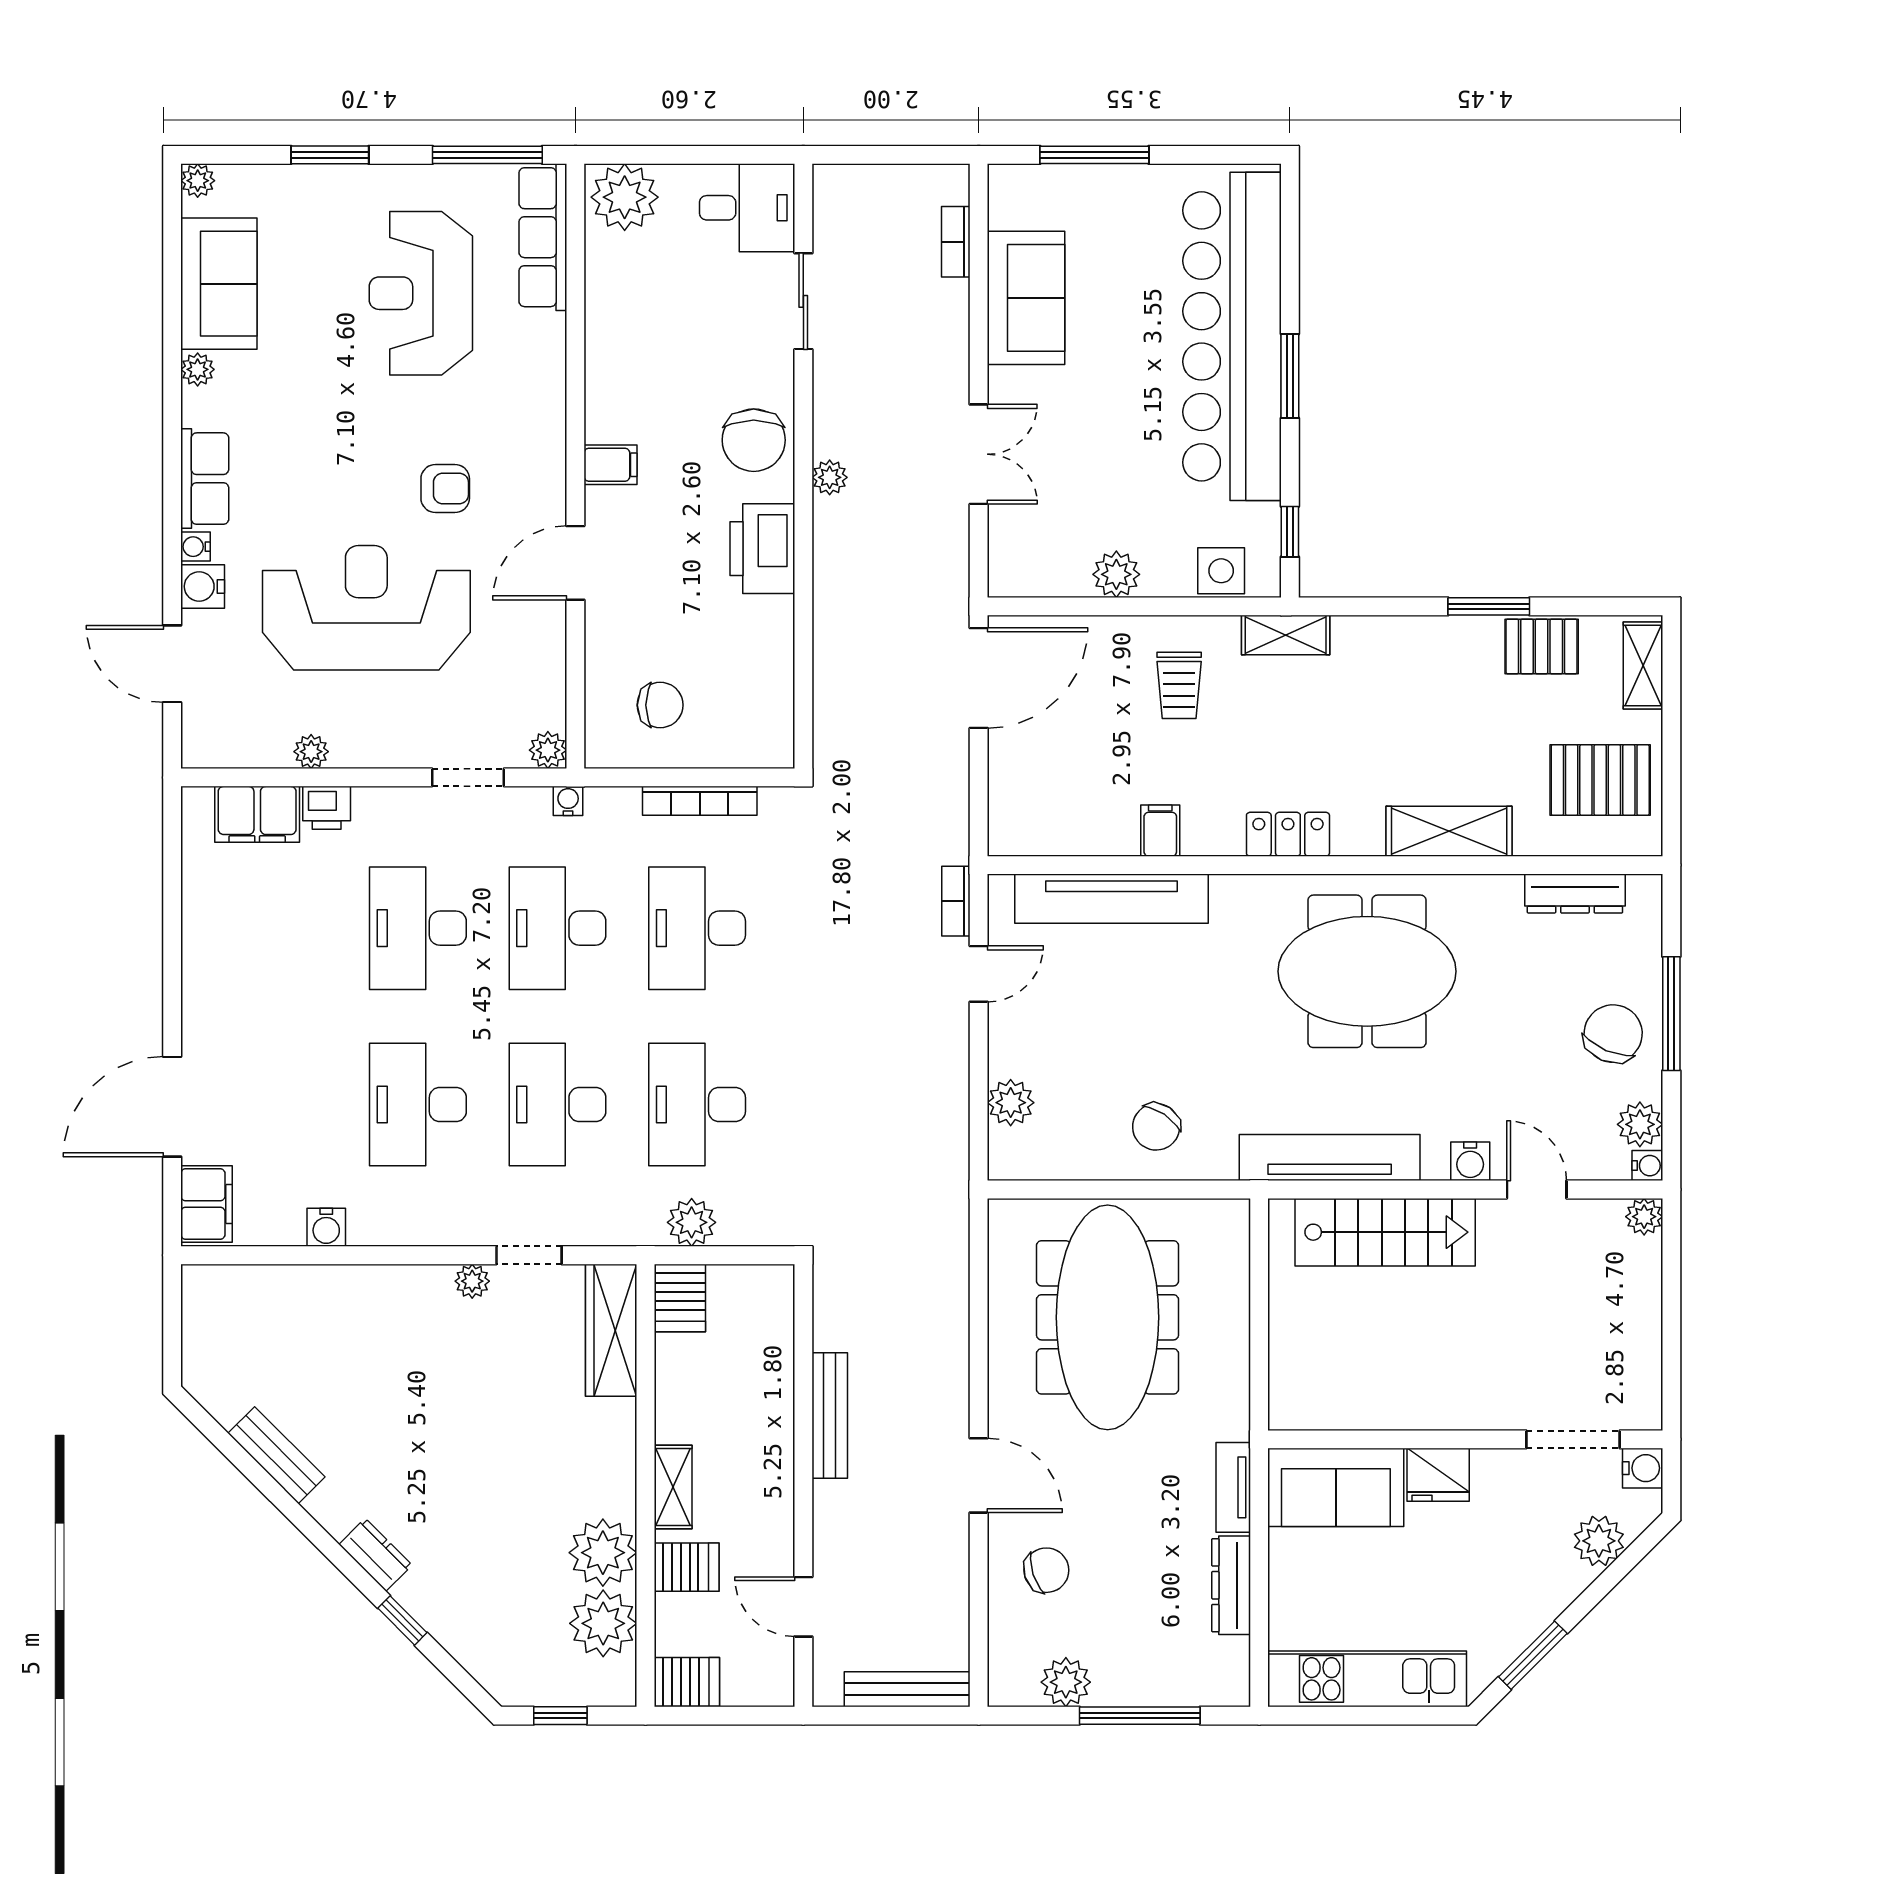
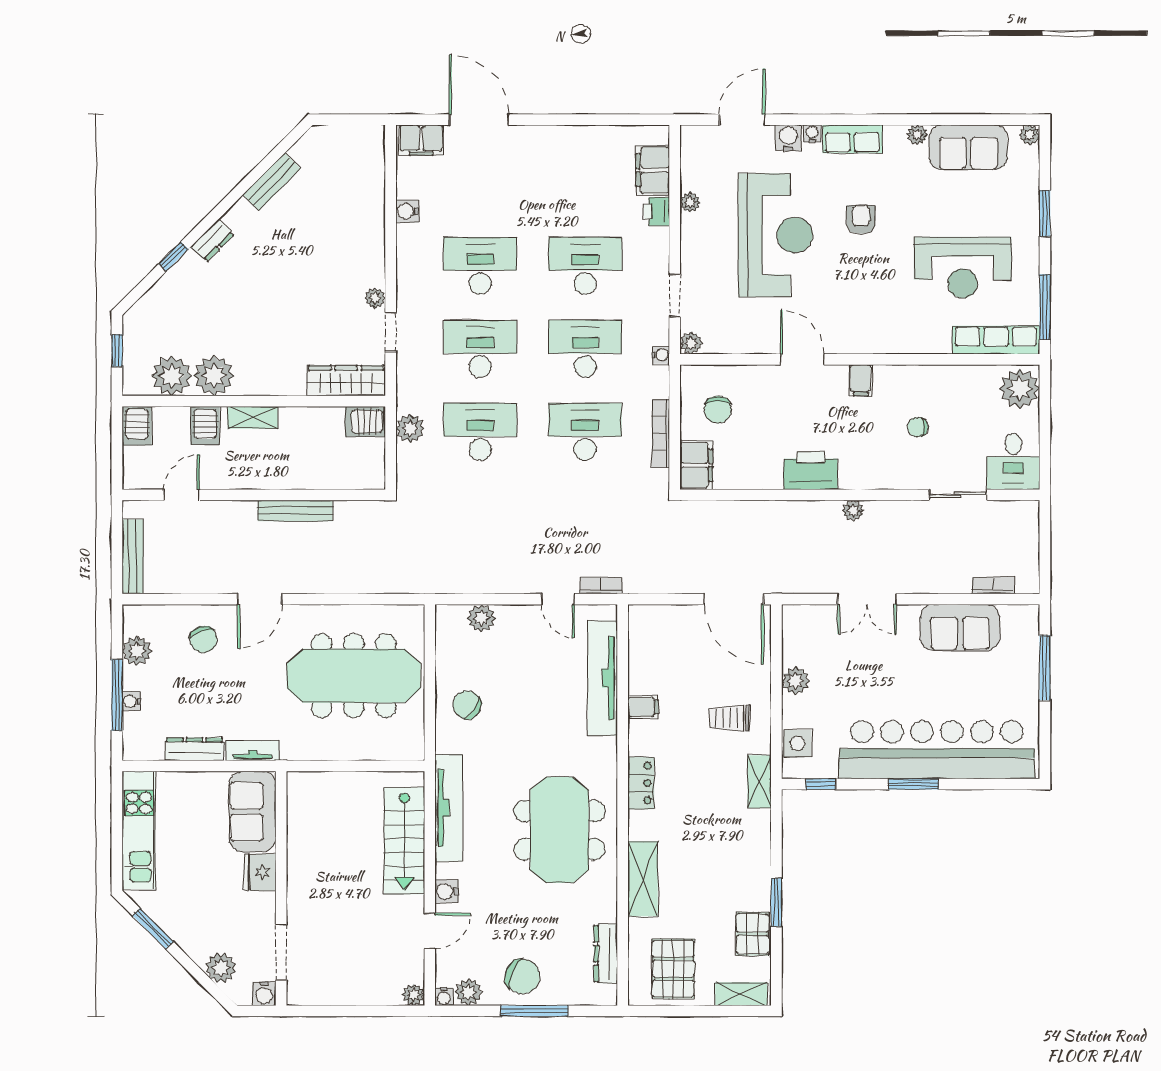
reception desk: (421, 293) -> (963, 267), turned 180
chair: (754, 440) -> (918, 427), moved, width x0.54, depth x0.54
armchair: (445, 489) -> (861, 220), moved, turned 180
filing cabinet: (753, 741) -> (696, 465), added
water cooler: (1150, 1691) -> (131, 701), added

